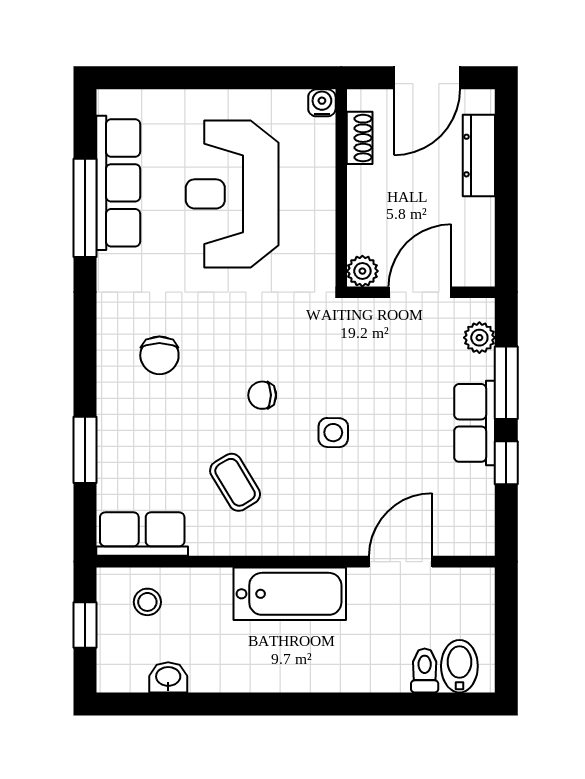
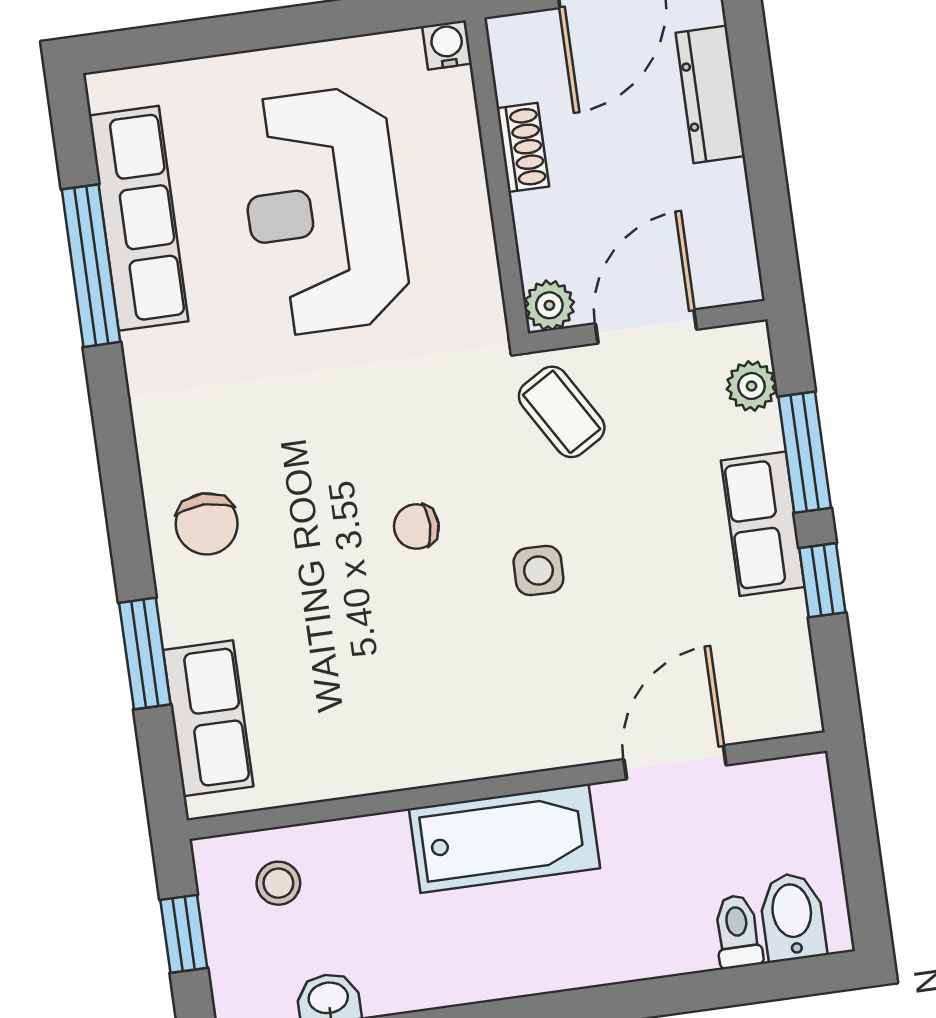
shoe rack: (360, 138) -> (523, 147), moved
chair: (159, 355) -> (207, 524), moved
coffee table: (235, 482) -> (562, 412), moved
row of seats: (142, 534) -> (208, 718), moved, turned 90

